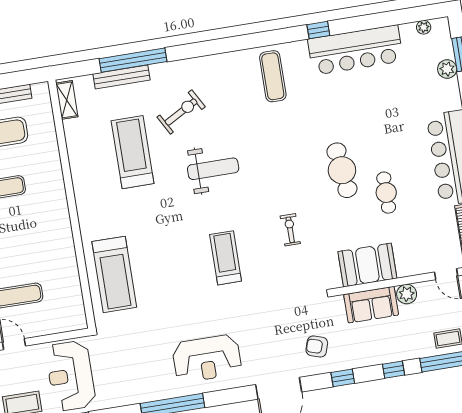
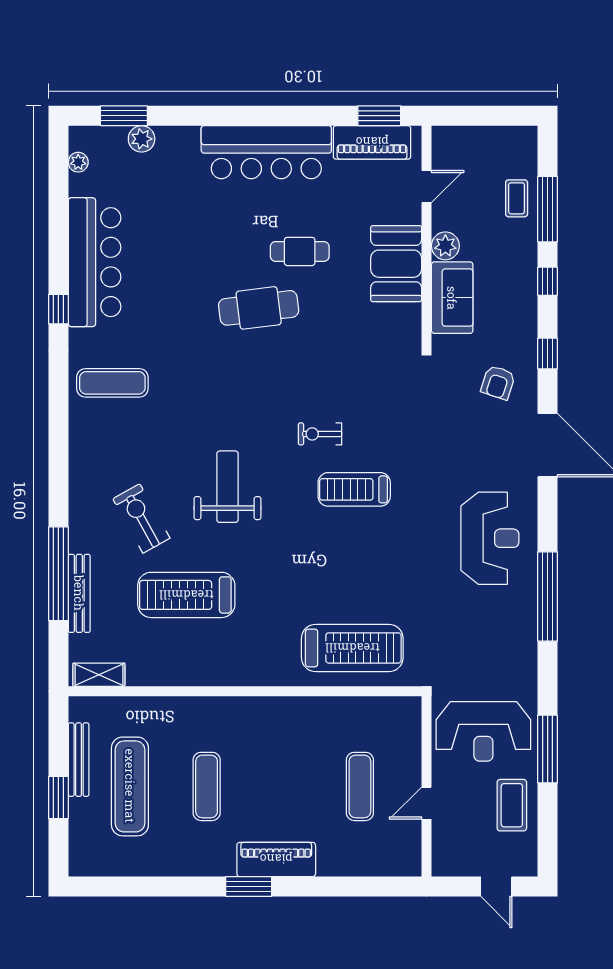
exercise bike: (290, 230) -> (320, 434), moved
booth: (367, 265) -> (396, 264), moved

